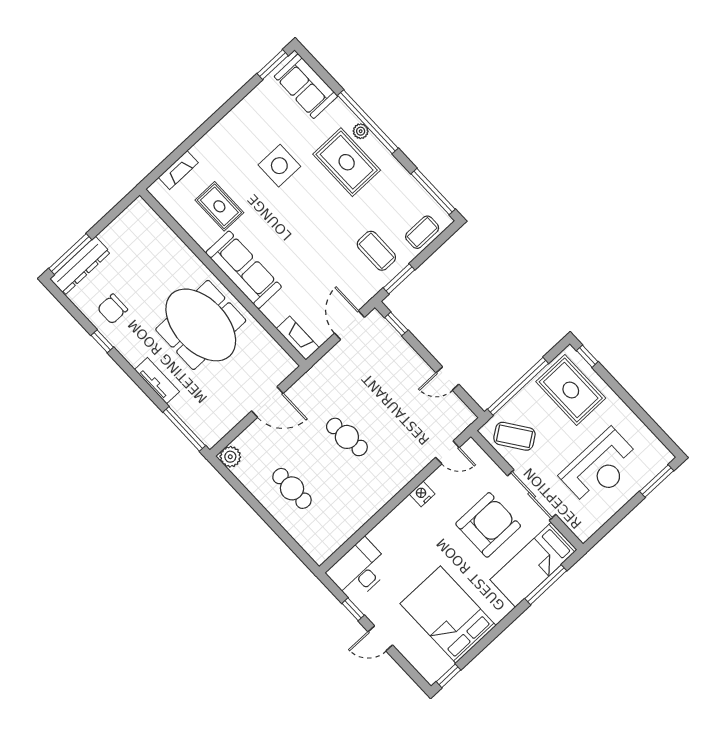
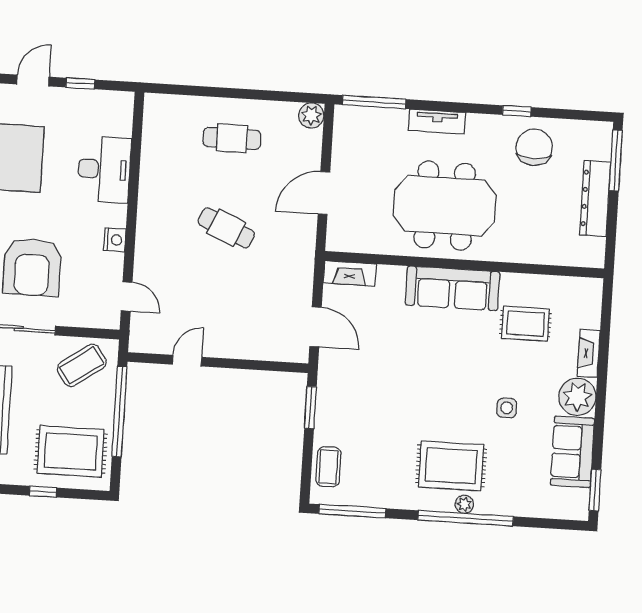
sofa: (306, 86) -> (572, 452), moved, turned -90
plant: (230, 132) -> (577, 397), added
side table: (279, 166) -> (507, 408), width x0.54, depth x0.54
fireplace: (178, 170) -> (589, 353), moved
coffee table: (376, 251) -> (353, 413), removed
dresser: (80, 266) -> (595, 199), moved
chair: (112, 309) -> (534, 147), width x1.37, depth x1.37
window: (396, 324) -> (276, 366), removed
window: (587, 356) -> (43, 492), moved
cafe table: (347, 437) -> (226, 228), turned 30
door: (447, 452) -> (127, 297), swing flipped
desk: (359, 570) -> (104, 169), moved

